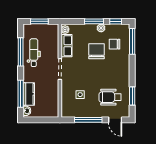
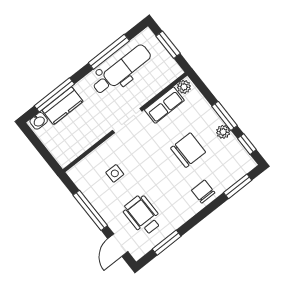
window: (132, 41) -> (238, 186), width x0.69
chair: (115, 44) -> (203, 192), moved
dental chair: (34, 53) -> (122, 70), width x1.36, depth x1.38

